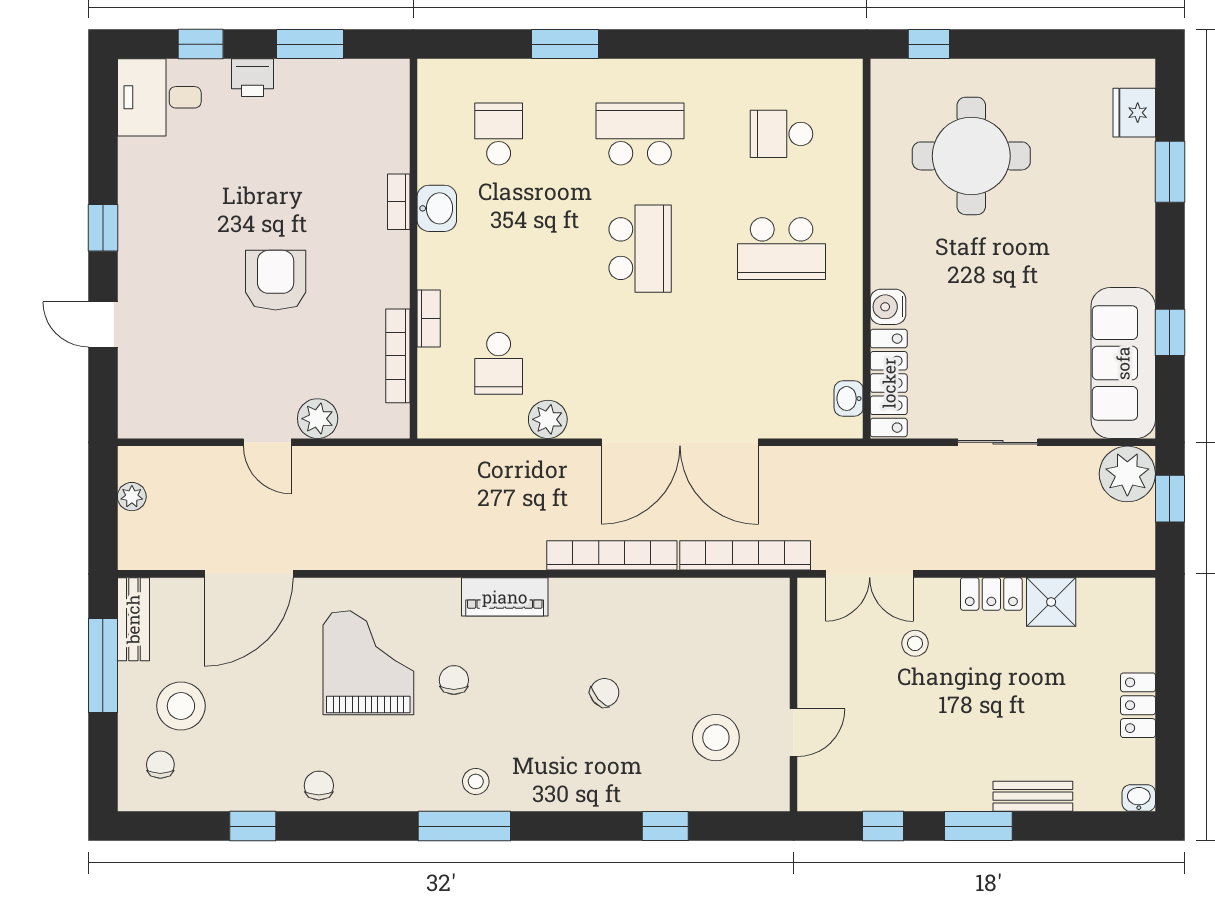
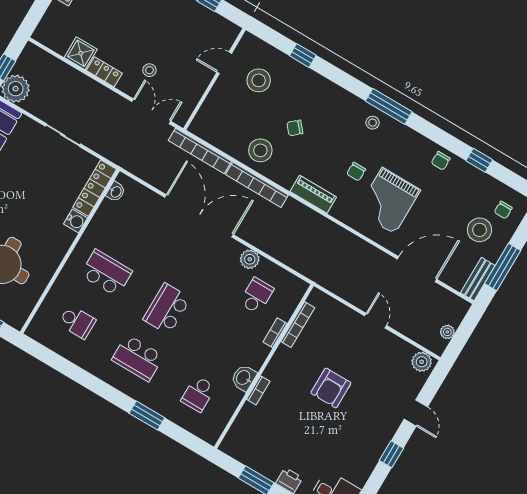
plant: (318, 419) -> (422, 362), moved
stool: (641, 618) -> (260, 150), added

